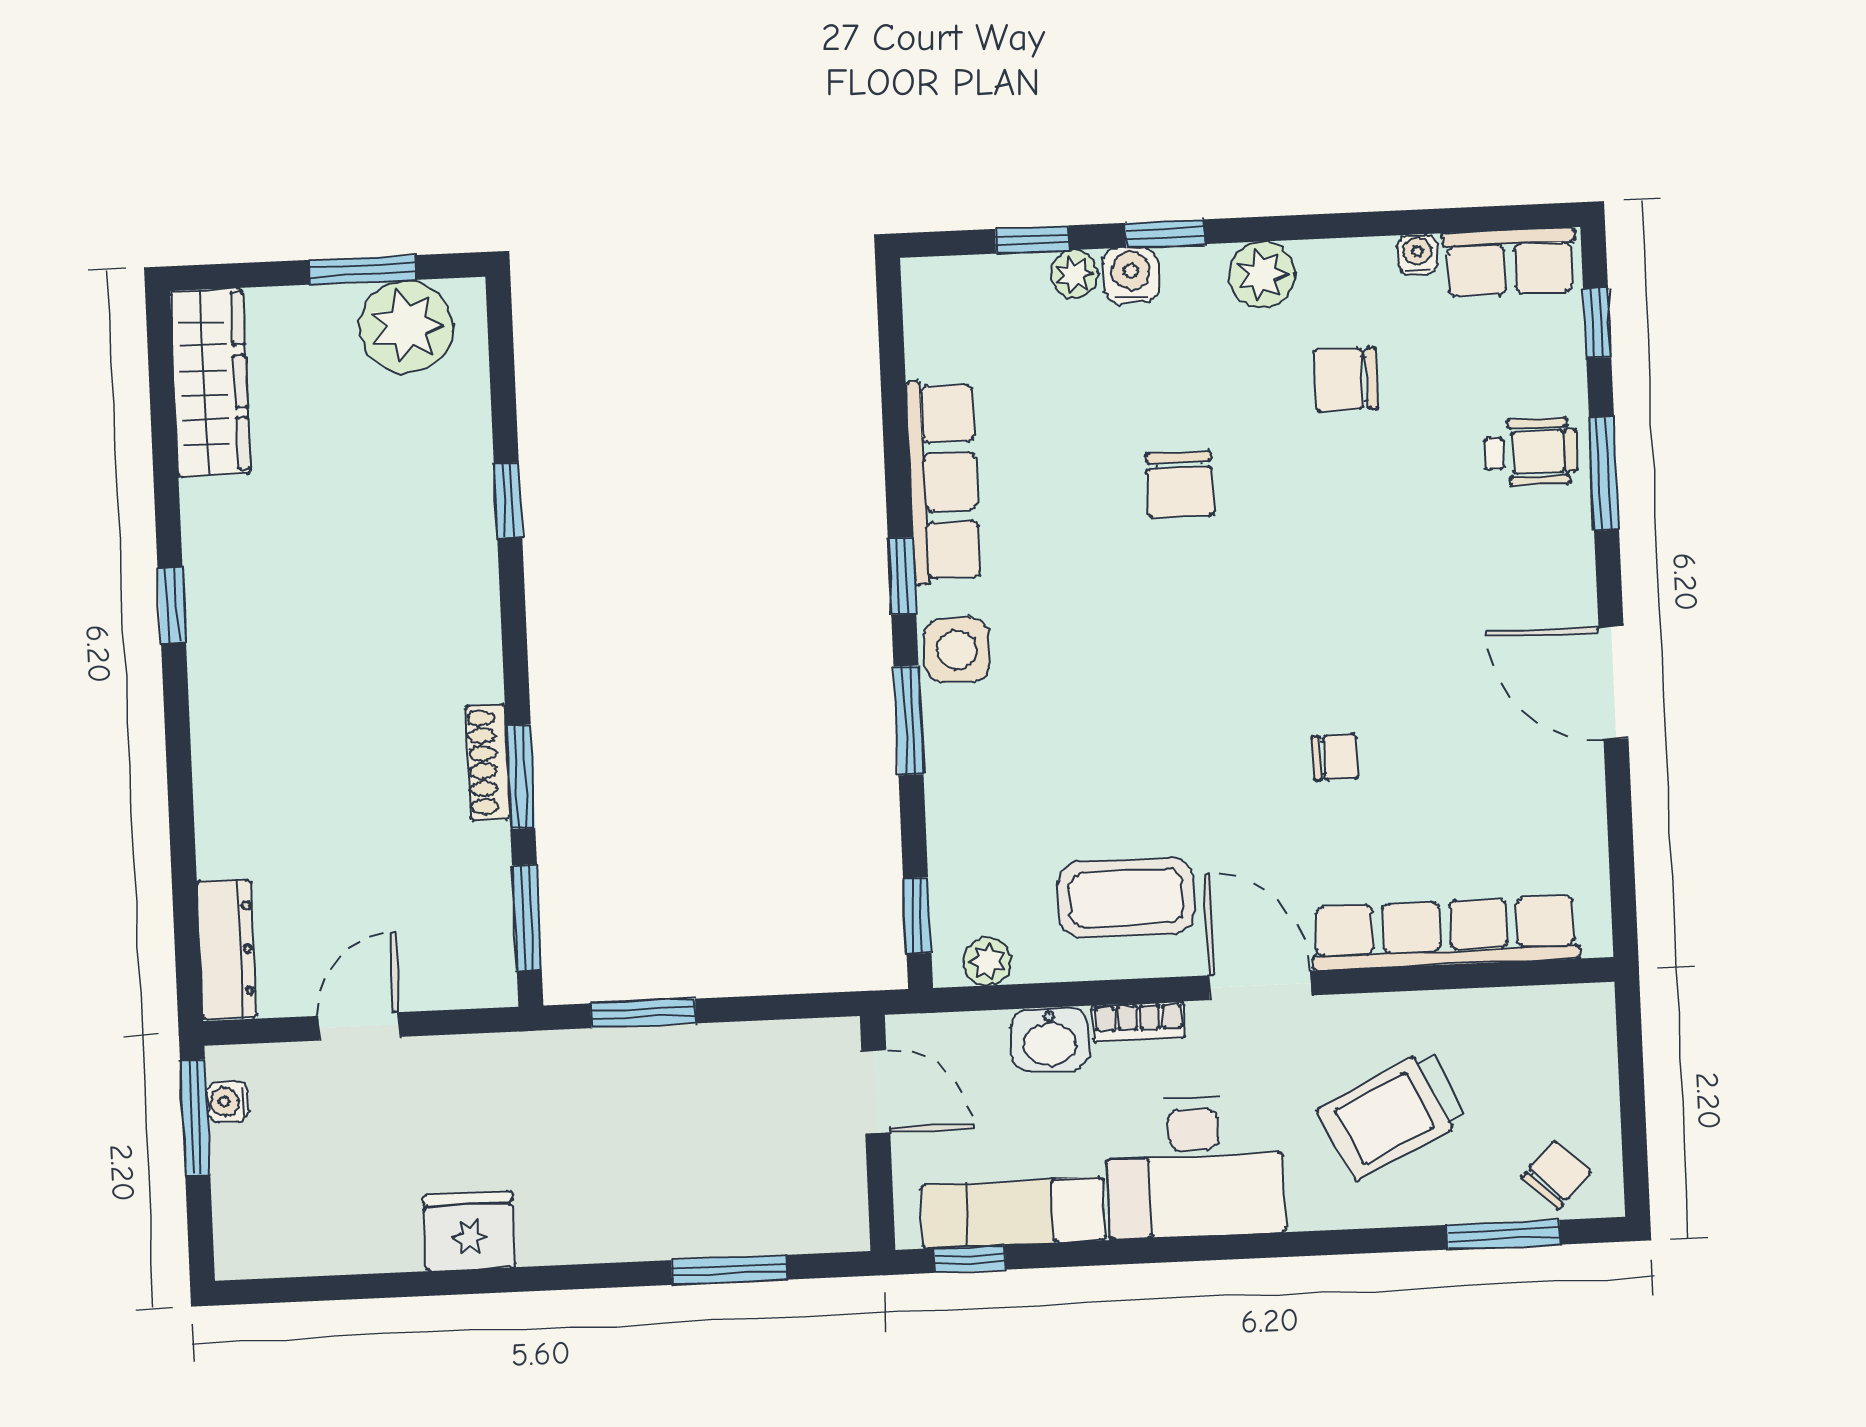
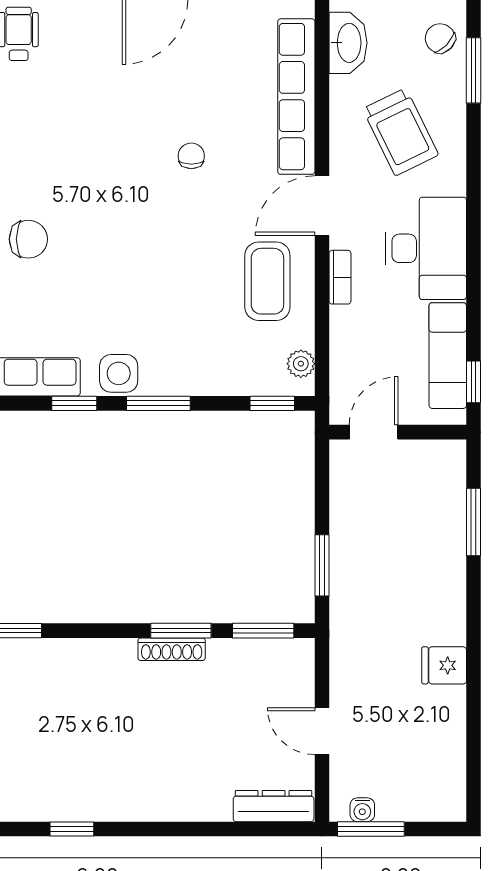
washbasin: (1050, 1040) -> (348, 43), moved, width x1.38
fridge: (469, 1231) -> (444, 665), width x0.72

